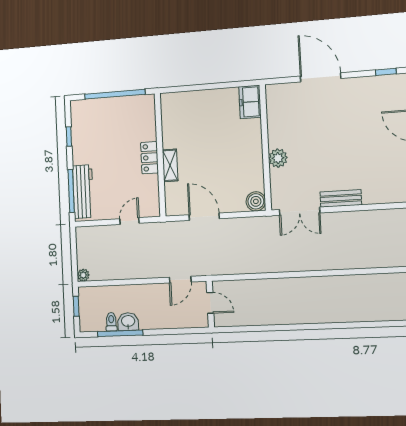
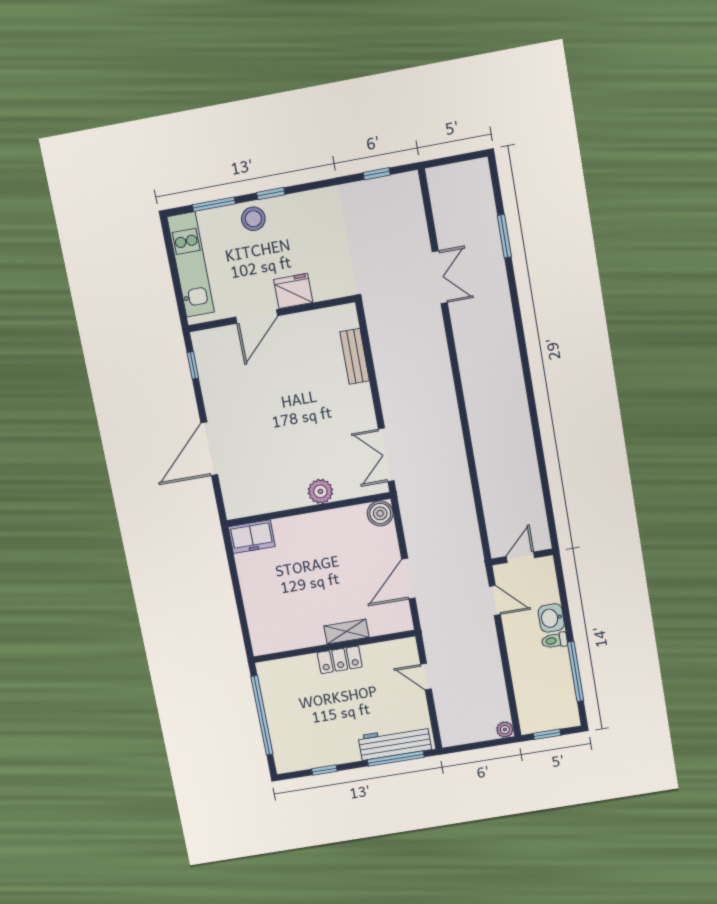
bench: (341, 198) -> (355, 356), moved
double door: (300, 211) -> (386, 455), swing flipped
toilet: (111, 322) -> (554, 640), moved
washbasin: (128, 322) -> (551, 618), moved

